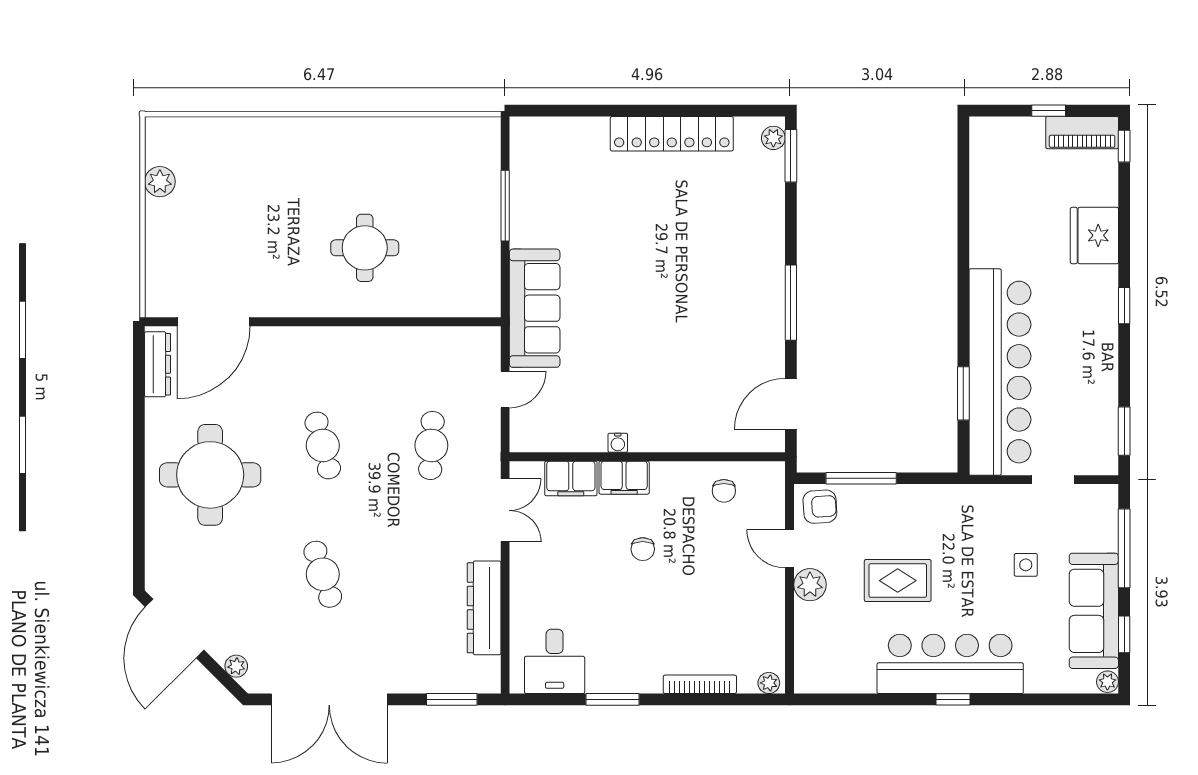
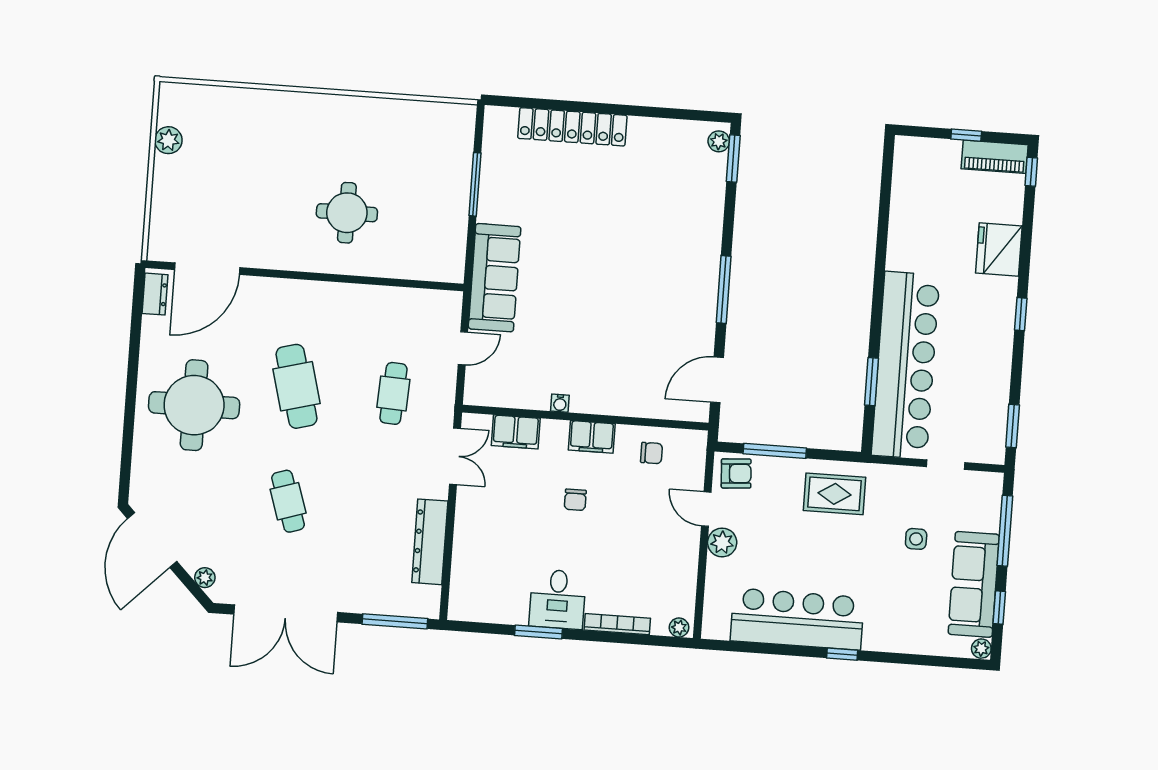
locker: (672, 134) -> (572, 127), moved
dresser: (157, 364) -> (155, 294), width x0.70
cafe table: (323, 445) -> (296, 386), width x1.37, depth x1.35
filing cabinet: (624, 478) -> (592, 437), moved
chair: (724, 491) -> (651, 453), turned -90
rug: (898, 581) -> (835, 494), moved
desk: (555, 661) -> (557, 599), moved
bar counter: (950, 664) -> (797, 619), moved
window: (452, 699) -> (395, 621), width x1.44

